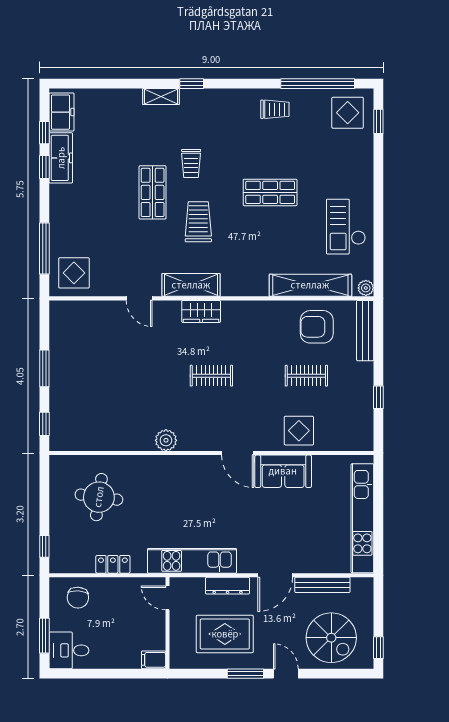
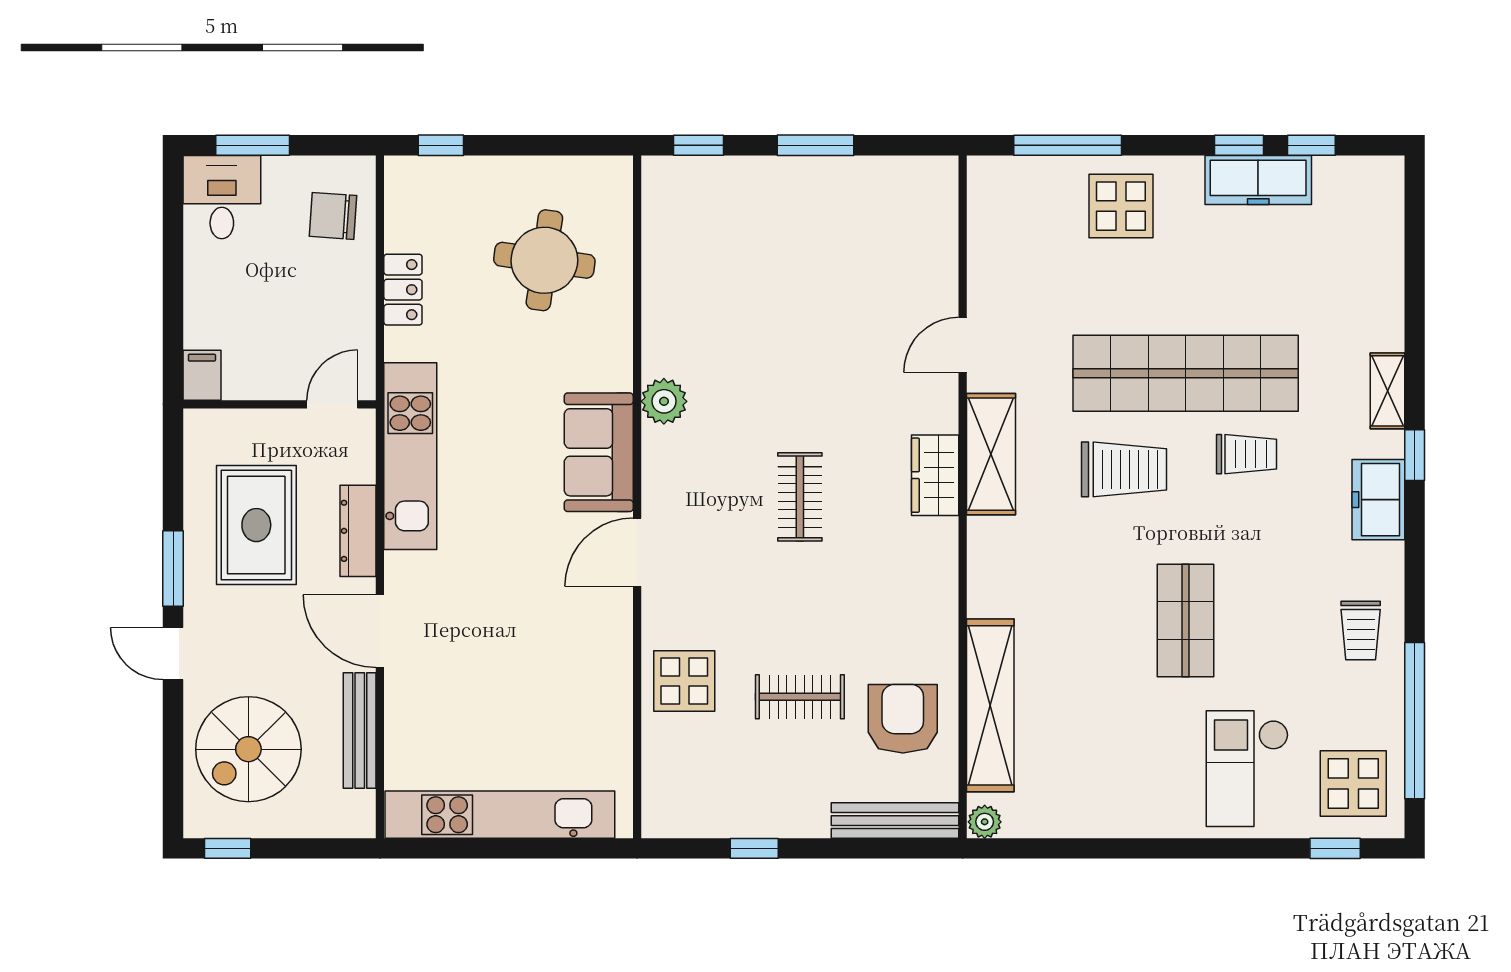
freezer: (61, 112) -> (1378, 500), moved, turned 90
trolley: (191, 163) -> (1247, 454), turned 180
shop shelf: (153, 192) -> (1186, 373), width x2.00, depth x1.36
checkout: (346, 227) -> (1247, 769), moved, turned -90
display table: (74, 273) -> (1121, 206), moved
clothes rail: (306, 376) -> (800, 697), turned 90
sofa: (283, 471) -> (599, 452), moved
door: (286, 674) -> (173, 654), swing flipped

